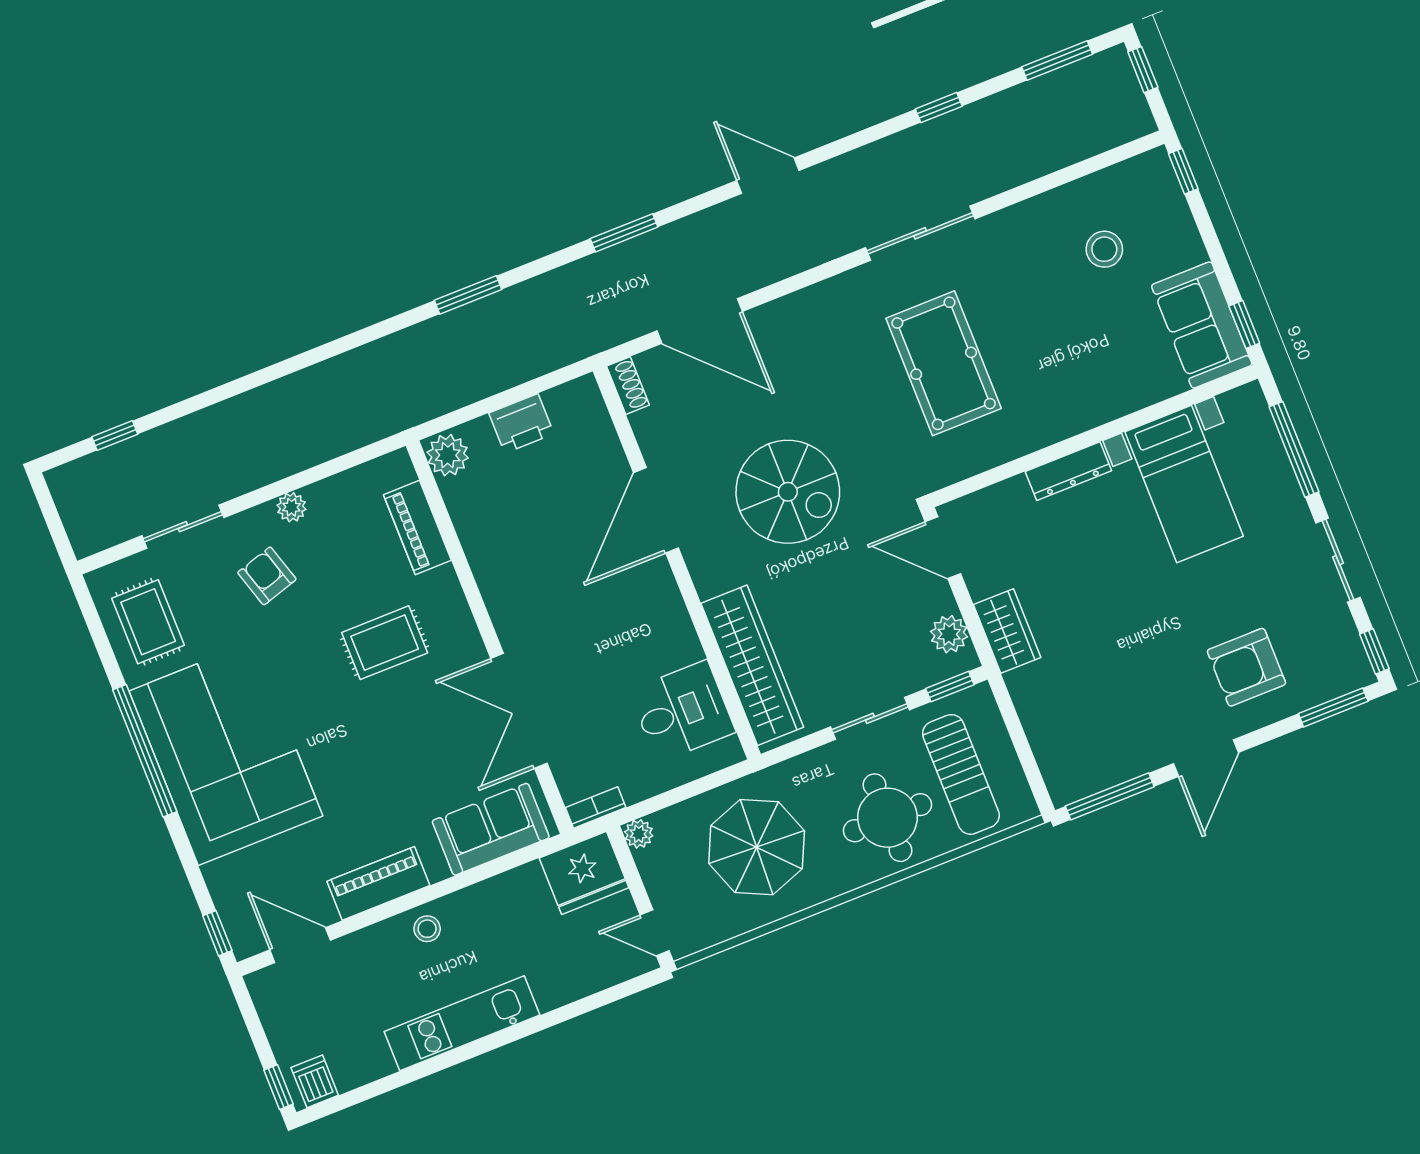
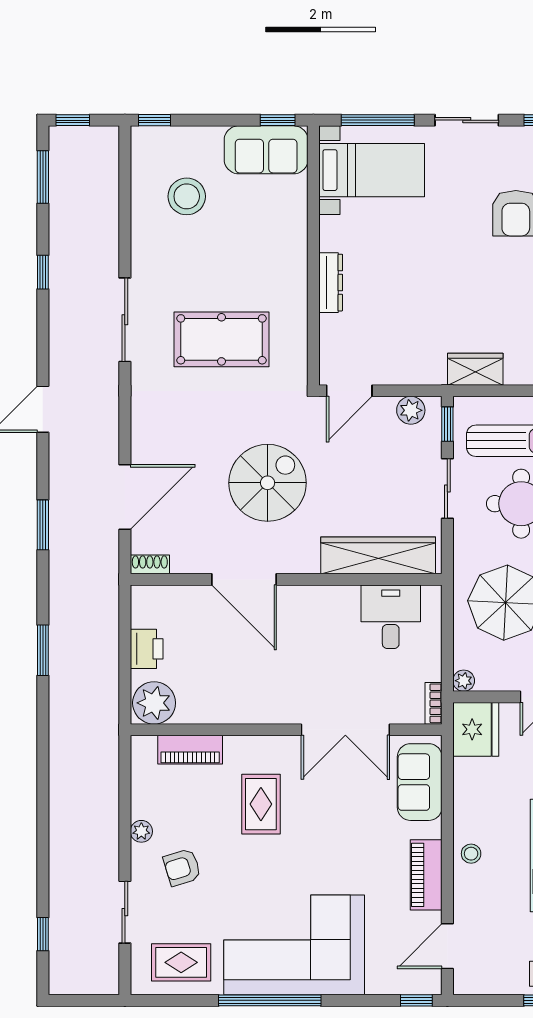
stool: (1104, 249) -> (187, 196), width x1.38, depth x1.38
plant: (448, 455) -> (154, 703), width x1.36, depth x1.36
bed with nightstands: (1184, 484) -> (372, 170), moved
wardrobe: (1007, 631) -> (475, 369), moved

